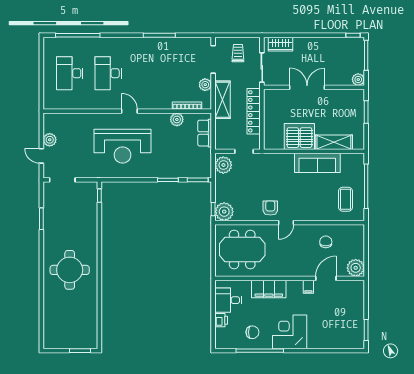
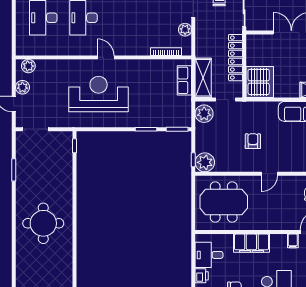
shelving: (223, 100) -> (203, 78), moved
plant: (177, 119) -> (28, 66), moved
server rack: (299, 137) -> (260, 82), moved, turned 90
reception desk: (123, 146) -> (99, 94), turned 180
armchair: (270, 208) -> (253, 141), moved

